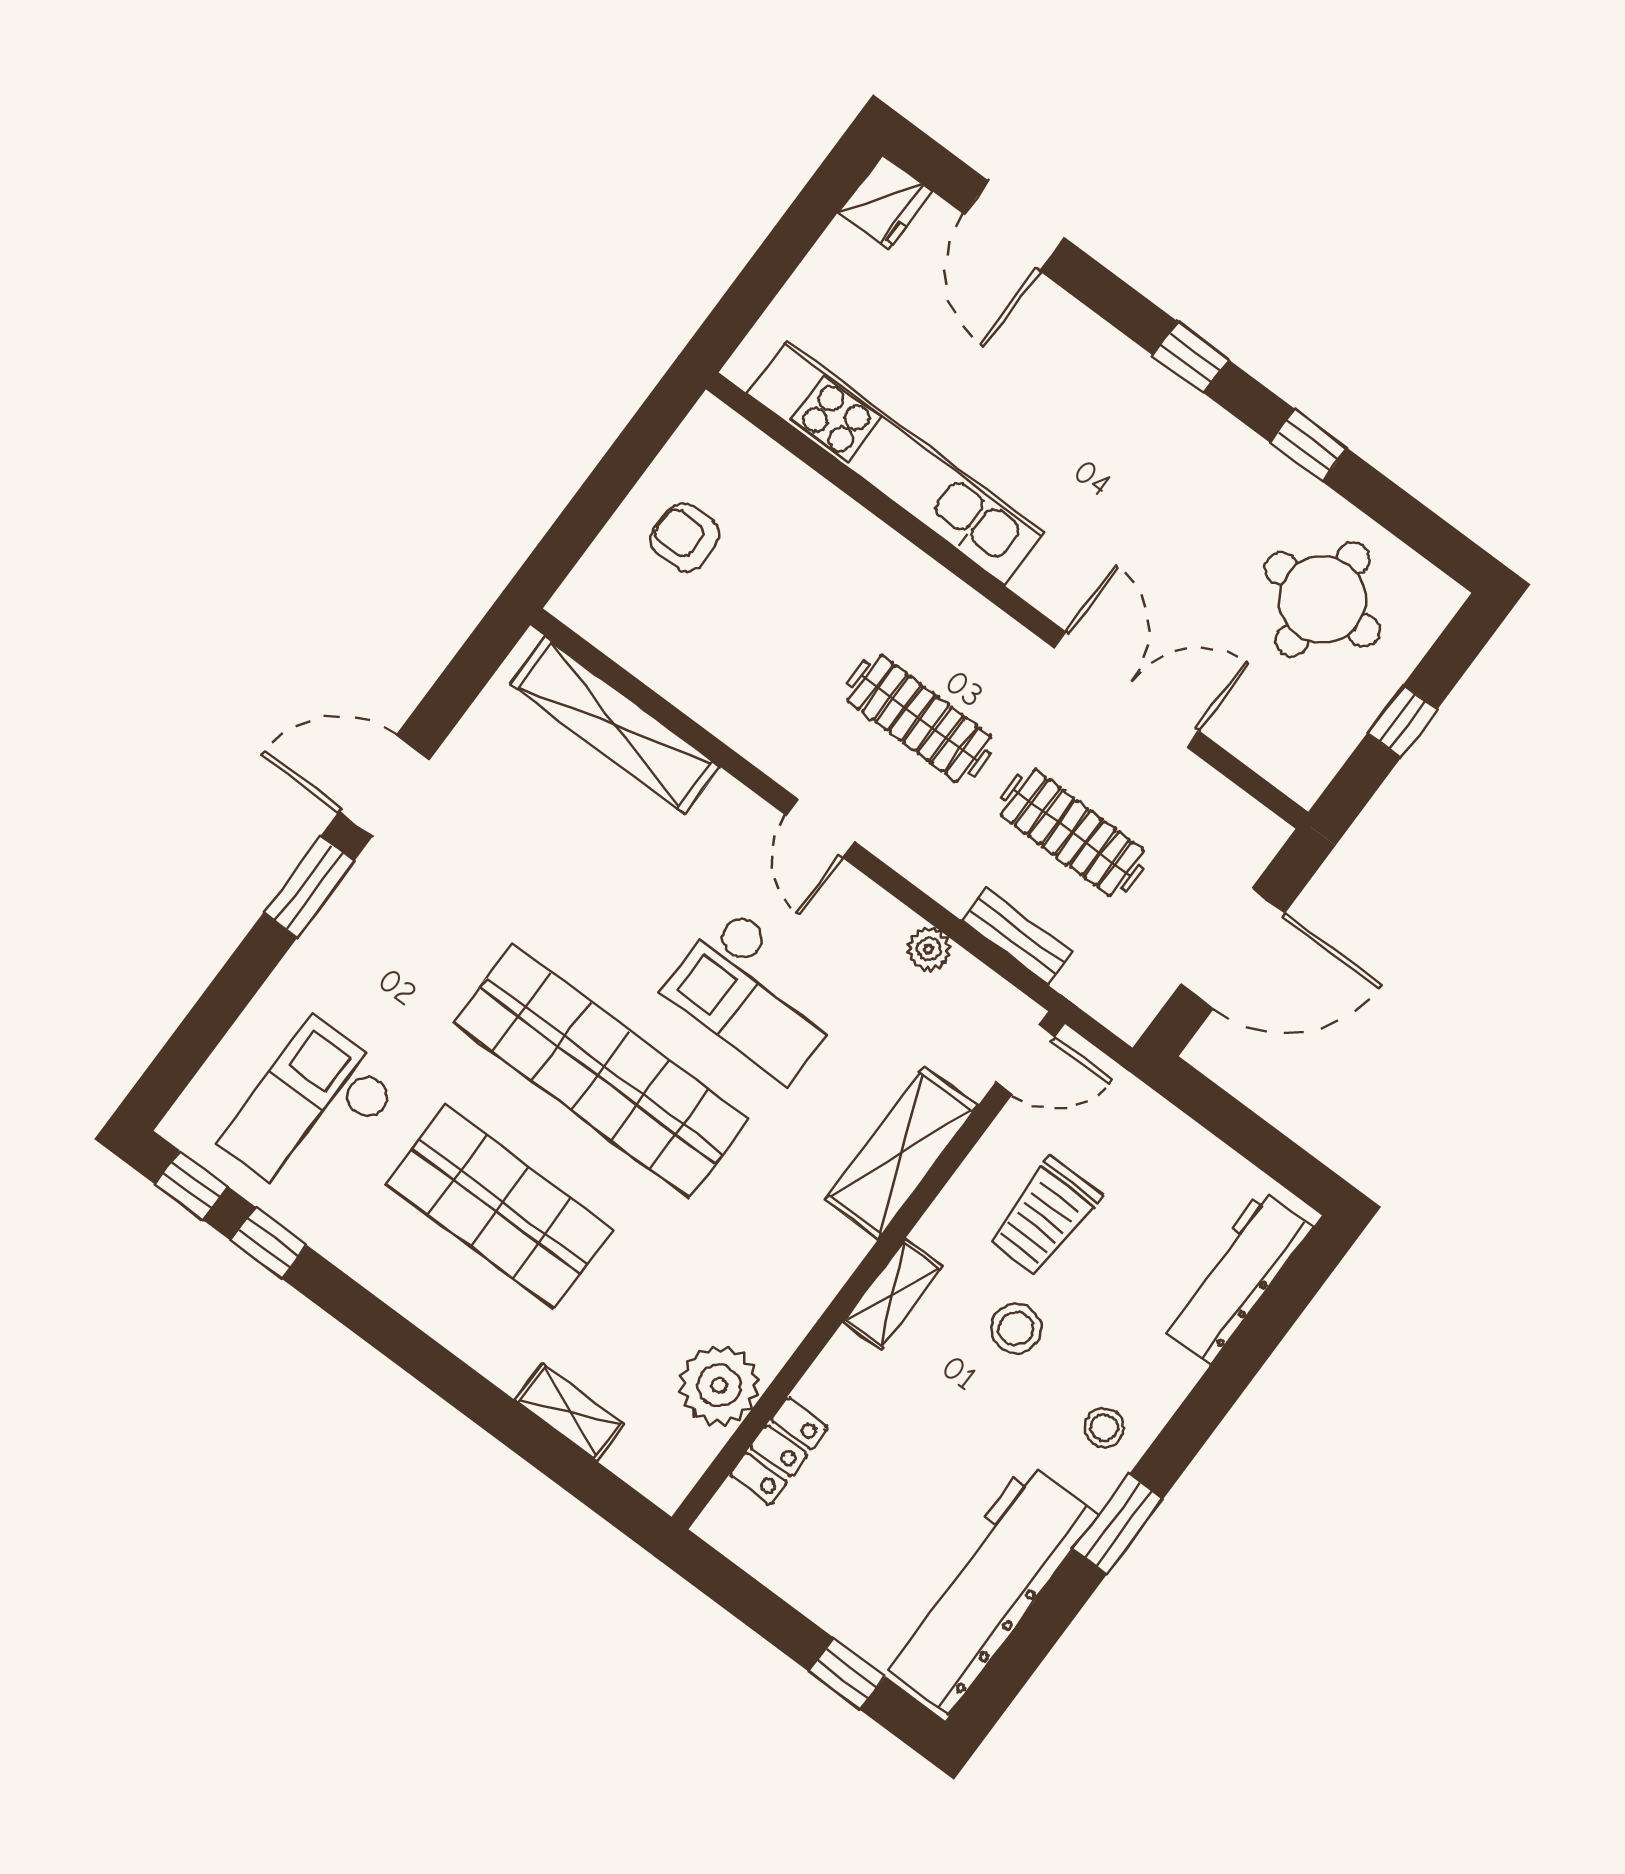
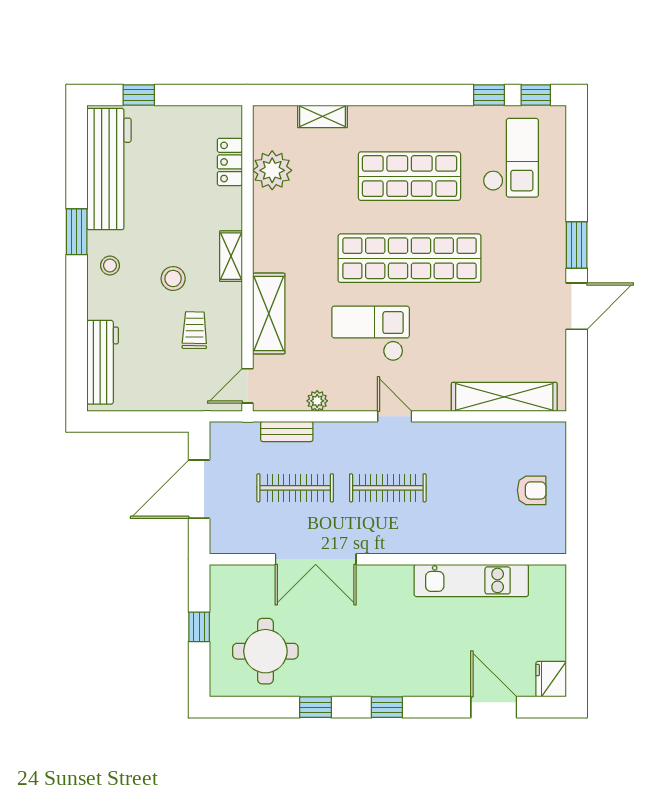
kitchen unit: (895, 463) -> (471, 580), width x0.73
trolley: (1044, 1217) -> (195, 330), width x0.73, depth x0.72

